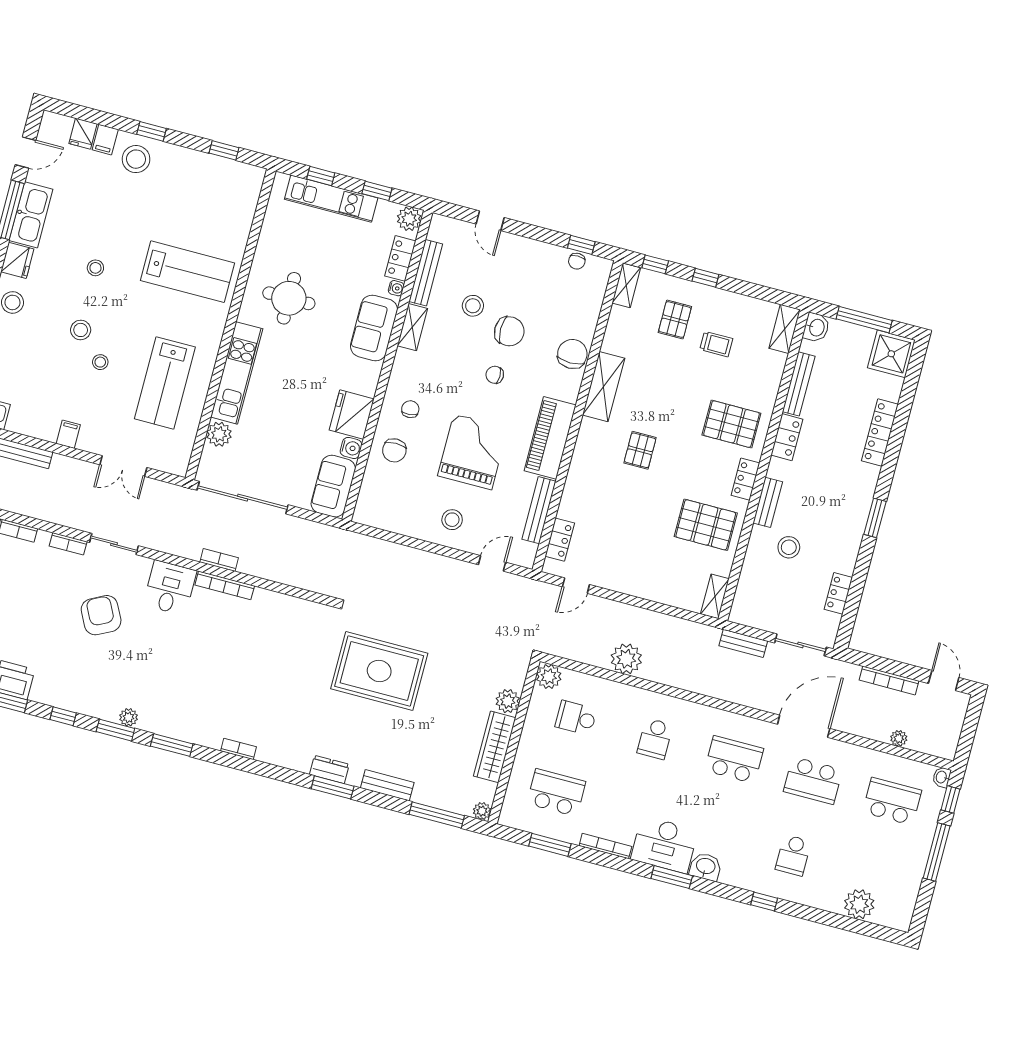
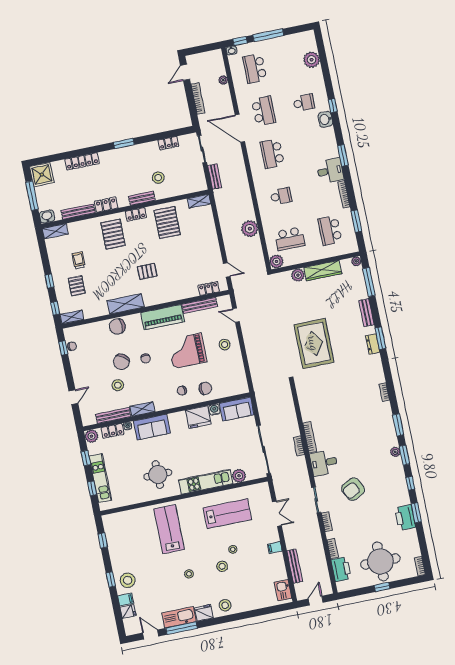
pallet: (675, 320) -> (77, 286), turned 90
chair: (509, 331) -> (121, 362), turned -145
school desk: (576, 718) -> (290, 239), width x1.85
desk: (664, 845) -> (330, 171), width x0.73
washbasin: (706, 867) -> (325, 119), moved

